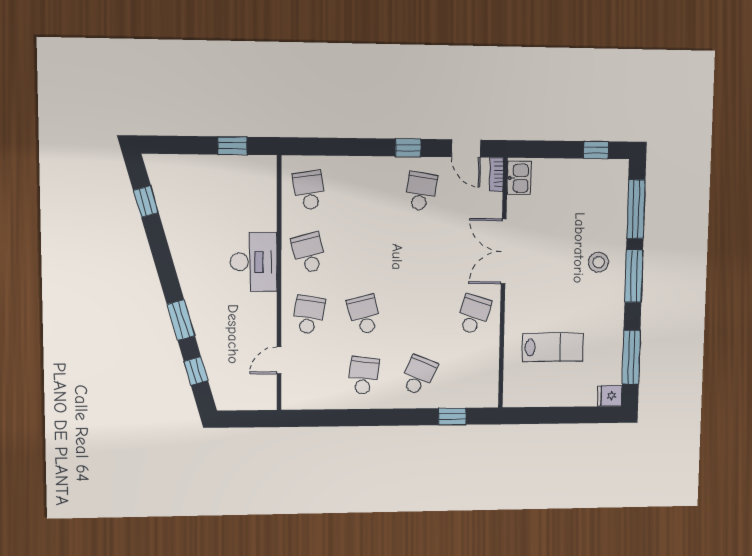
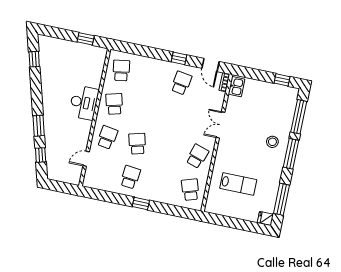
double door: (504, 251) -> (220, 125), width x0.73
school desk: (418, 375) -> (190, 190), moved, turned -42
window: (452, 416) -> (141, 204), moved

